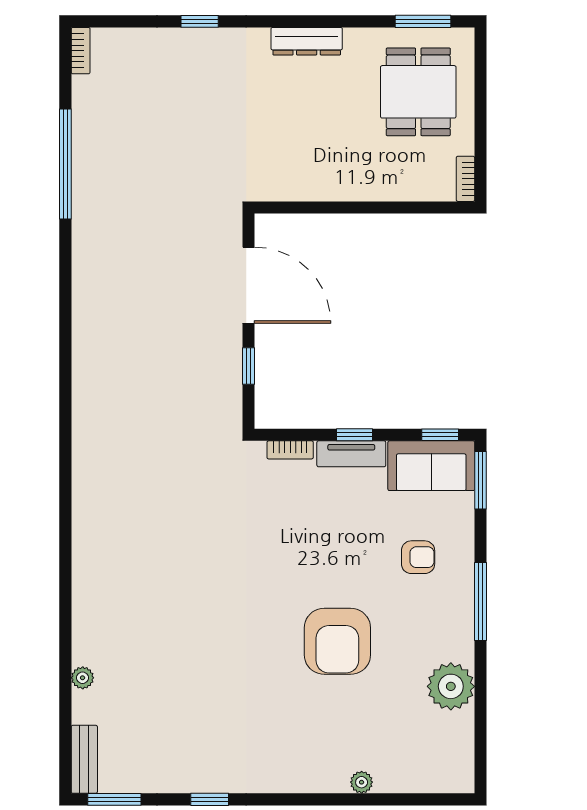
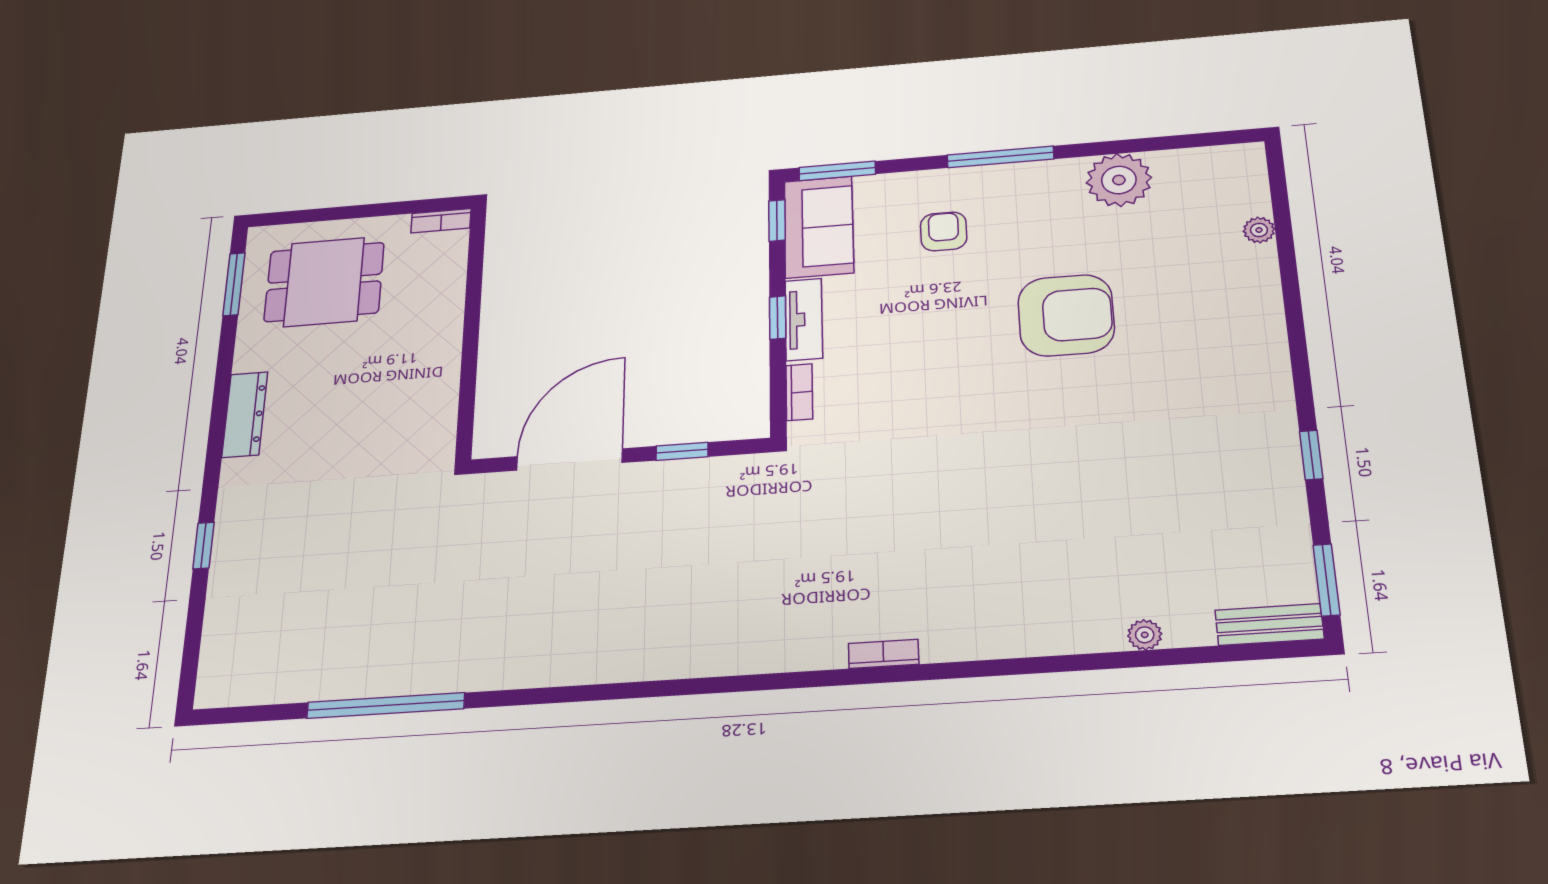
bookcase: (81, 51) -> (884, 654), moved
plant: (362, 782) -> (1259, 230), moved

